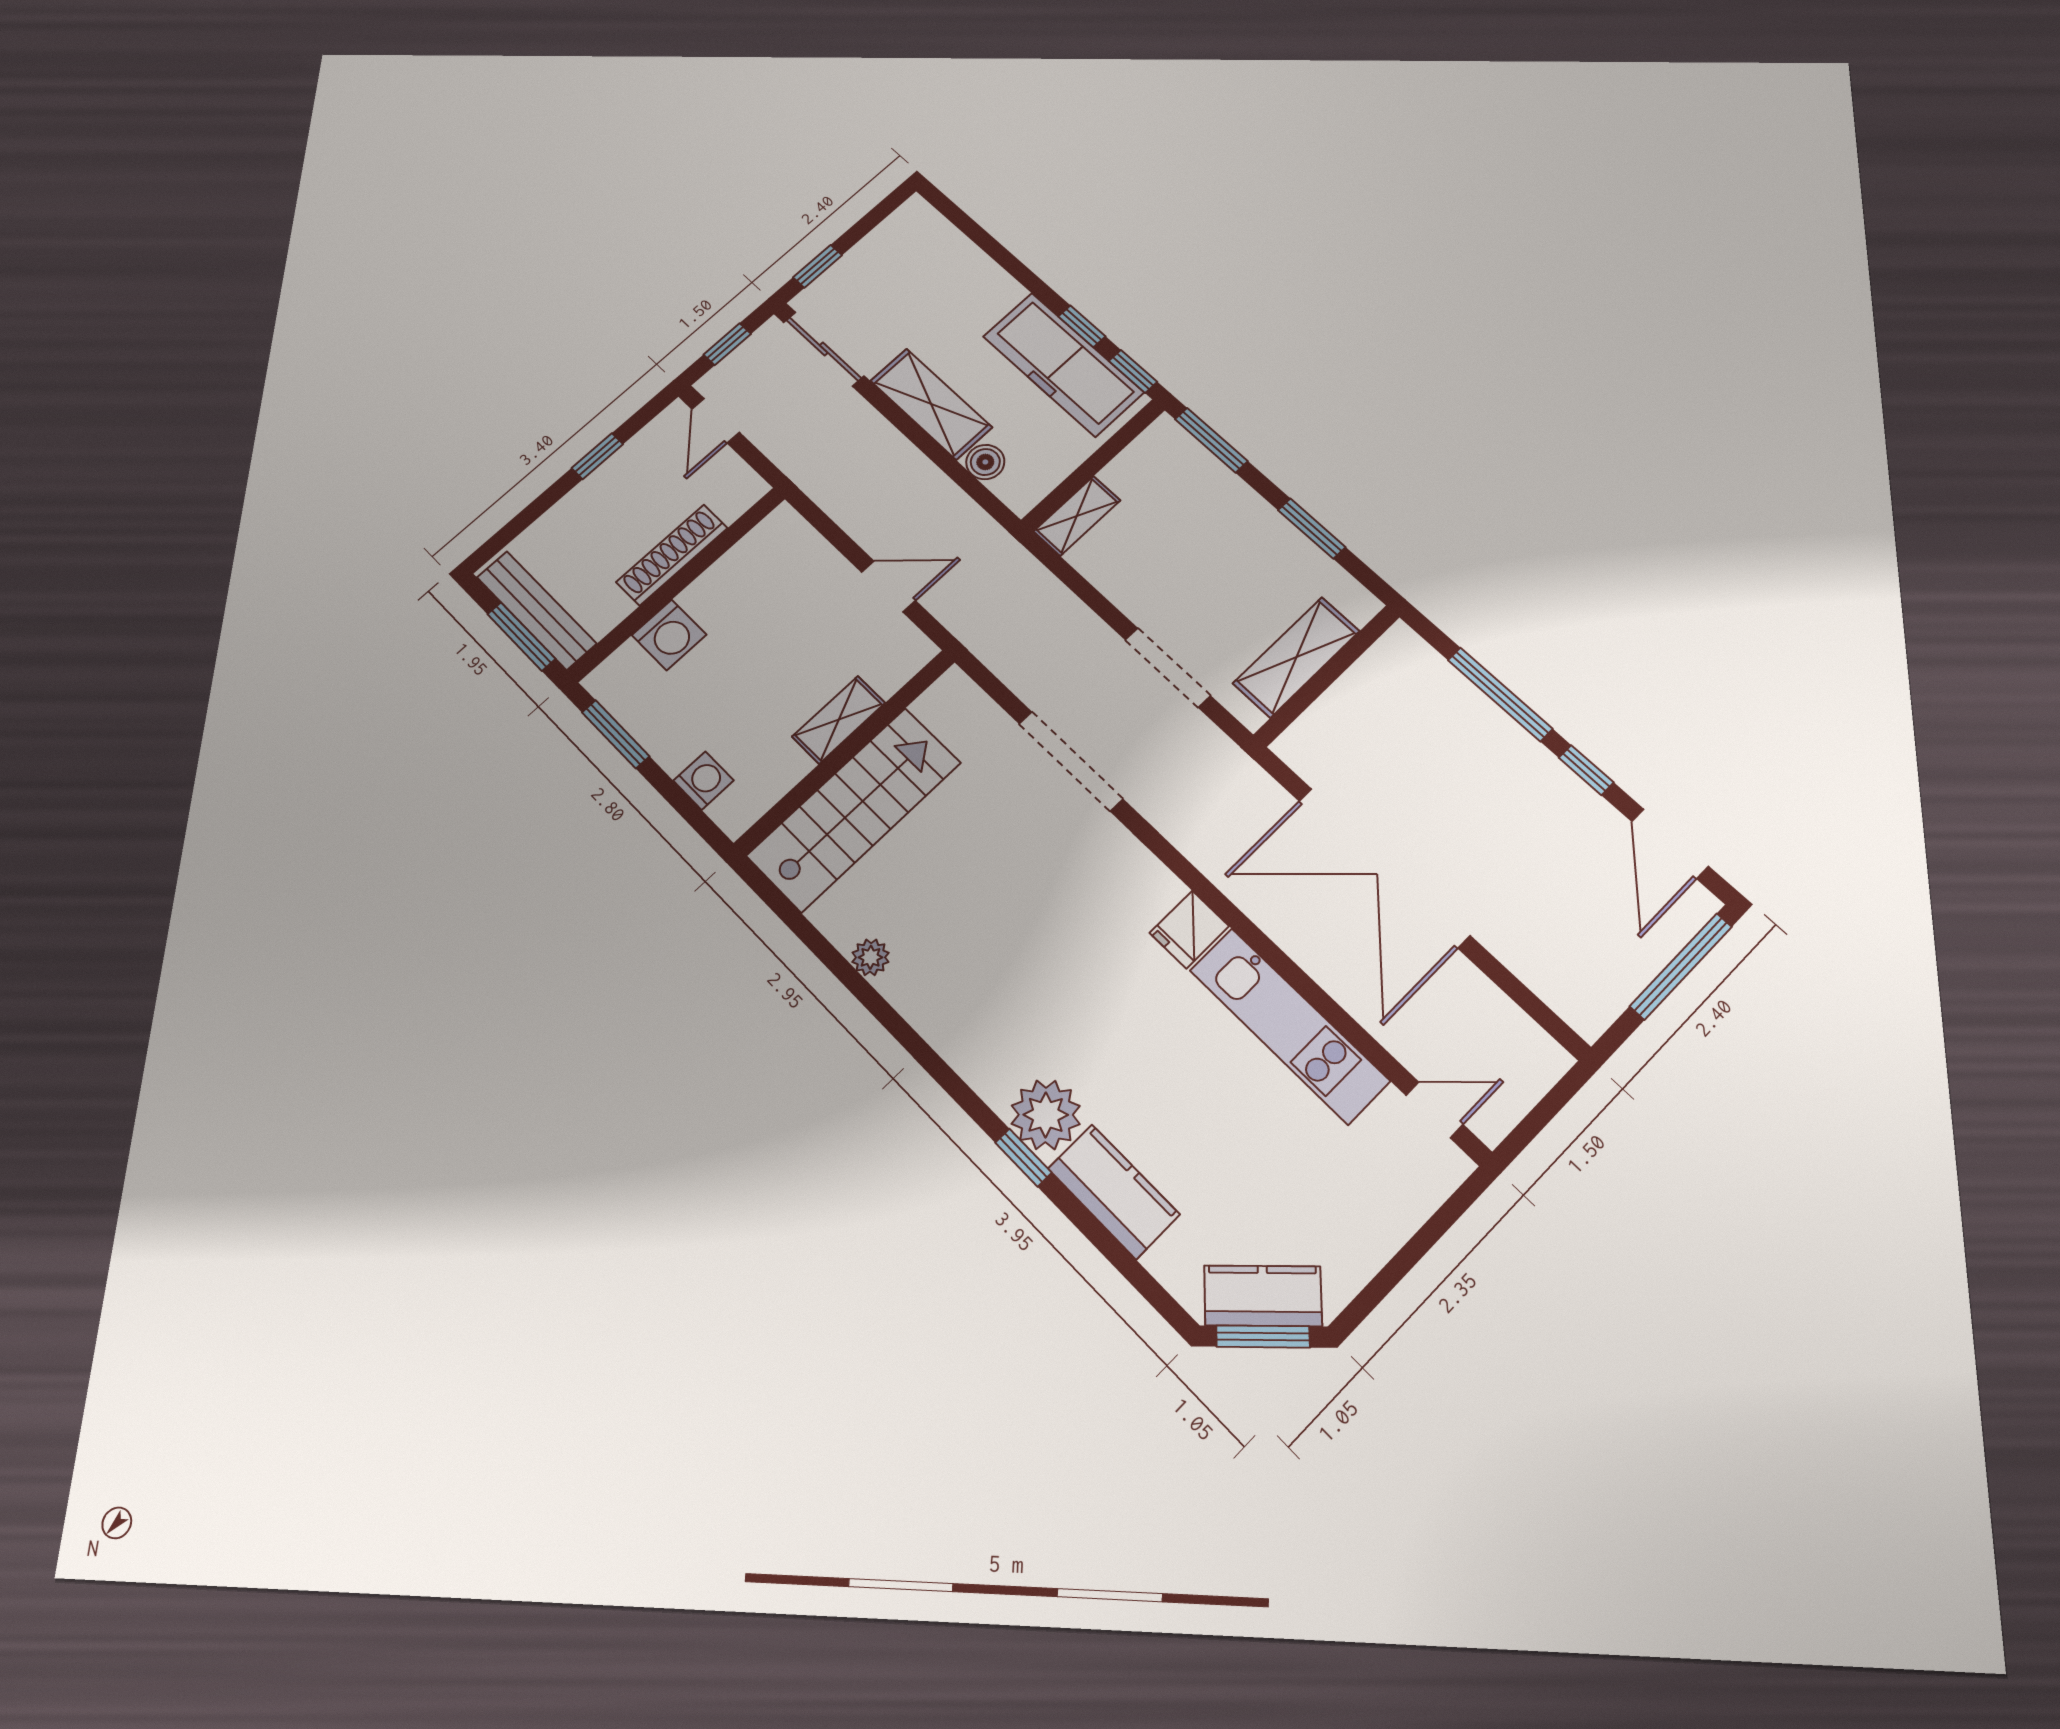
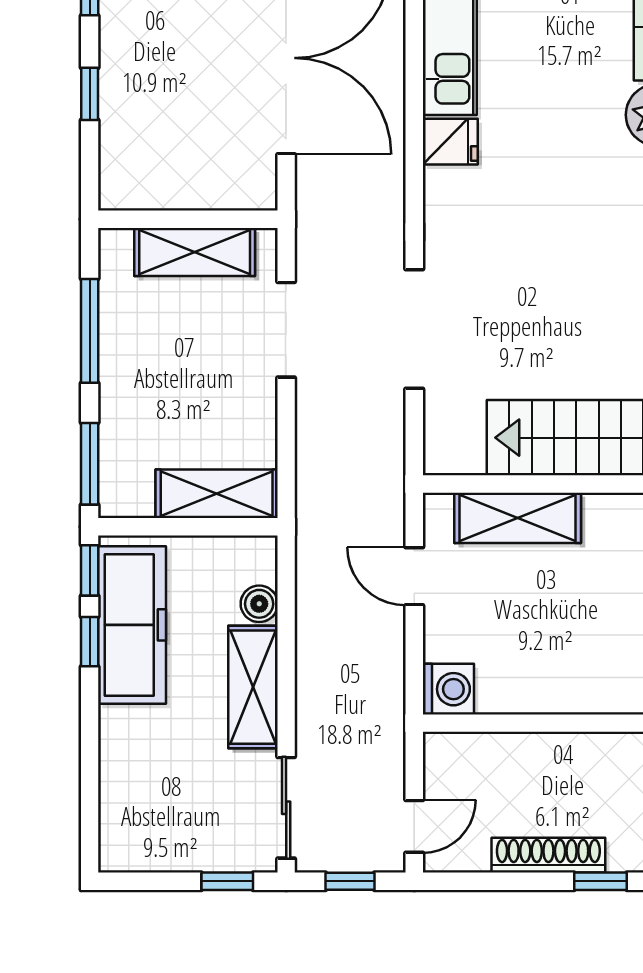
window: (597, 456) -> (600, 881), moved
shelving: (1077, 516) -> (217, 494), width x1.50, depth x1.33
window: (1312, 529) -> (90, 331), width x1.44
shoe rack: (672, 555) -> (548, 855), moved, turned 180
washing machine: (669, 635) -> (448, 689), moved, turned 90
window: (1500, 694) -> (90, 94), width x0.46
shelving: (839, 720) -> (518, 518), width x1.50, depth x1.33

